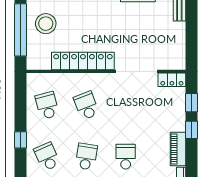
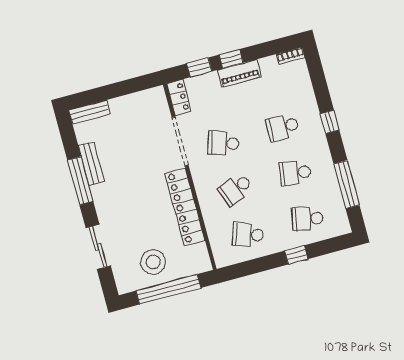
school desk: (47, 106) -> (248, 235), turned 33
school desk: (126, 106) -> (223, 143), added
piano: (178, 149) -> (239, 73), moved
school desk: (47, 157) -> (307, 219), turned 36

